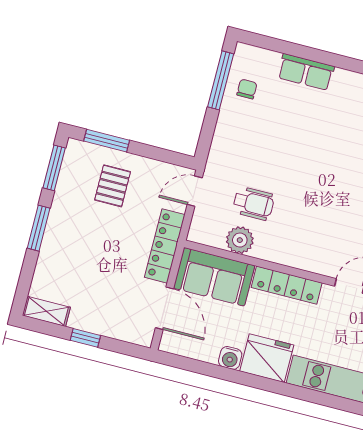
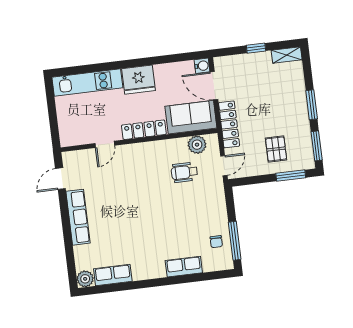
plant: (240, 240) -> (197, 145), moved
water cooler: (230, 358) -> (202, 66), moved, turned 90

